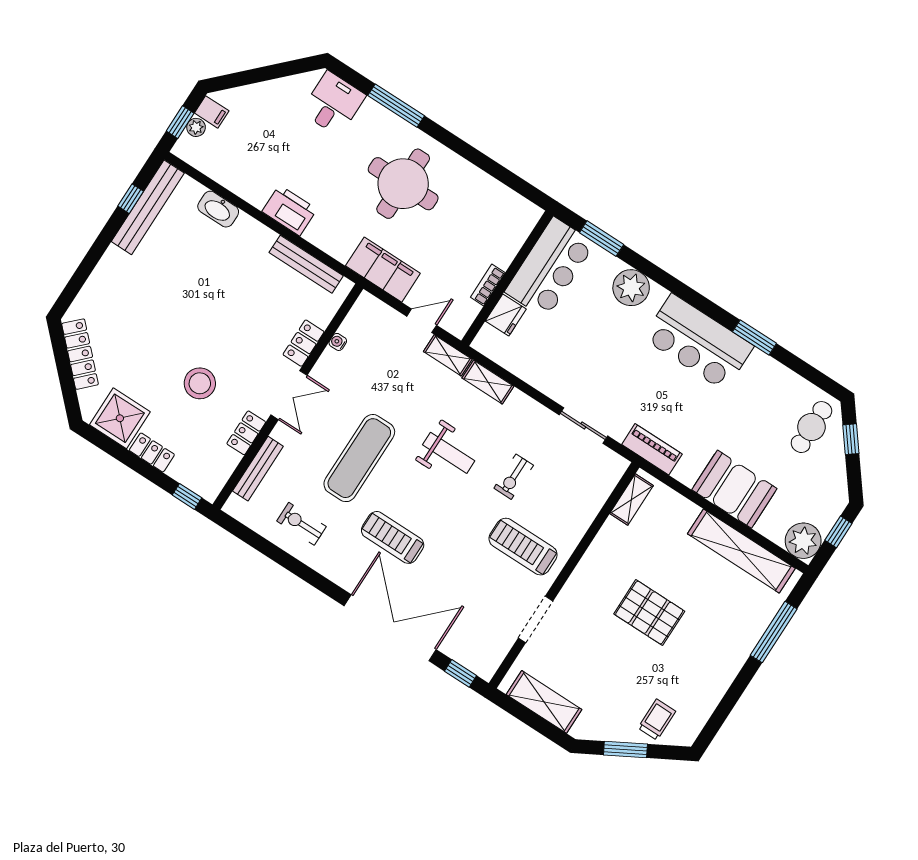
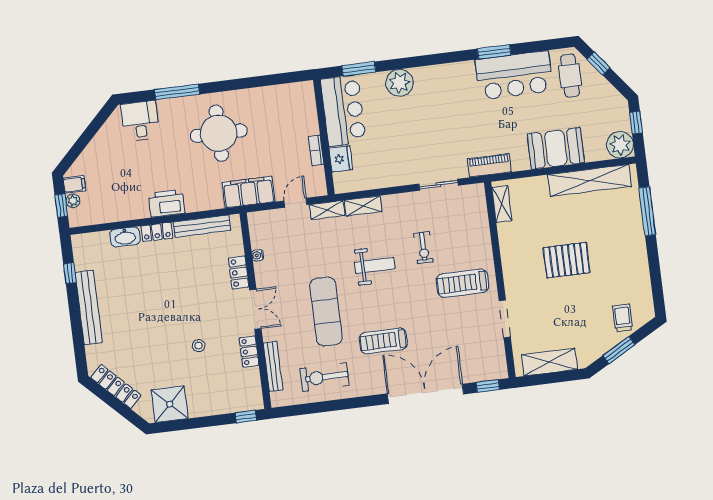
bench: (148, 207) -> (89, 307), moved
bar counter: (698, 342) -> (514, 75), moved
stool: (200, 383) -> (199, 346), width x0.53, depth x0.53
locker: (152, 452) -> (157, 232), moved, turned 180
exercise bike: (301, 524) -> (325, 377), width x1.38, depth x1.39

